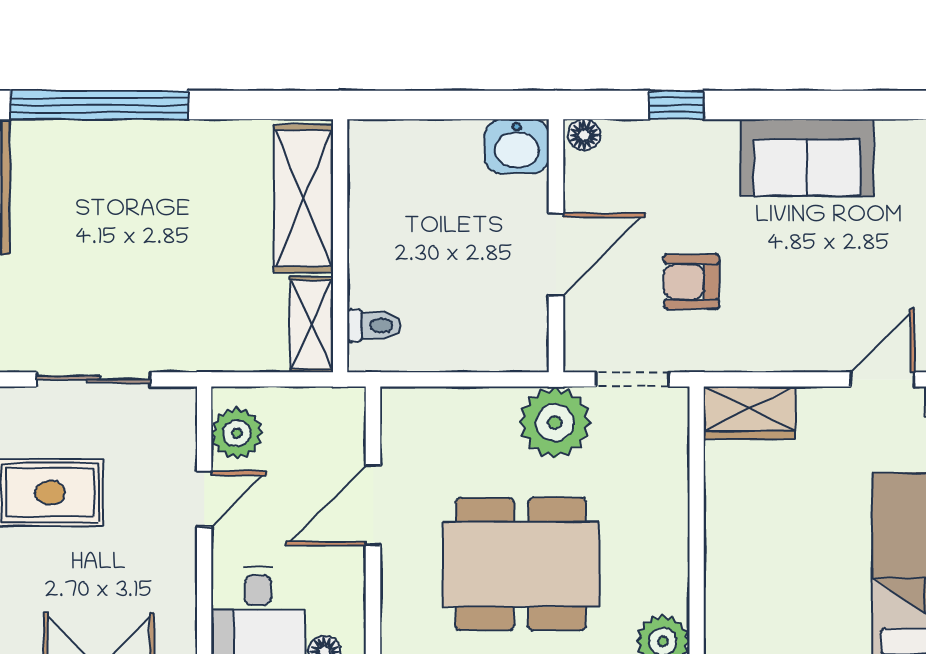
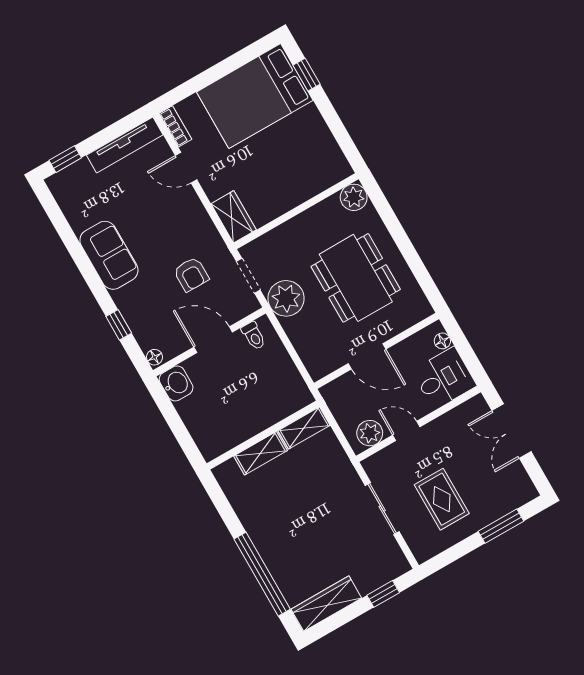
shelving: (304, 198) -> (261, 453), width x0.67, depth x0.75
toilet: (374, 325) -> (254, 336), moved, turned 180

